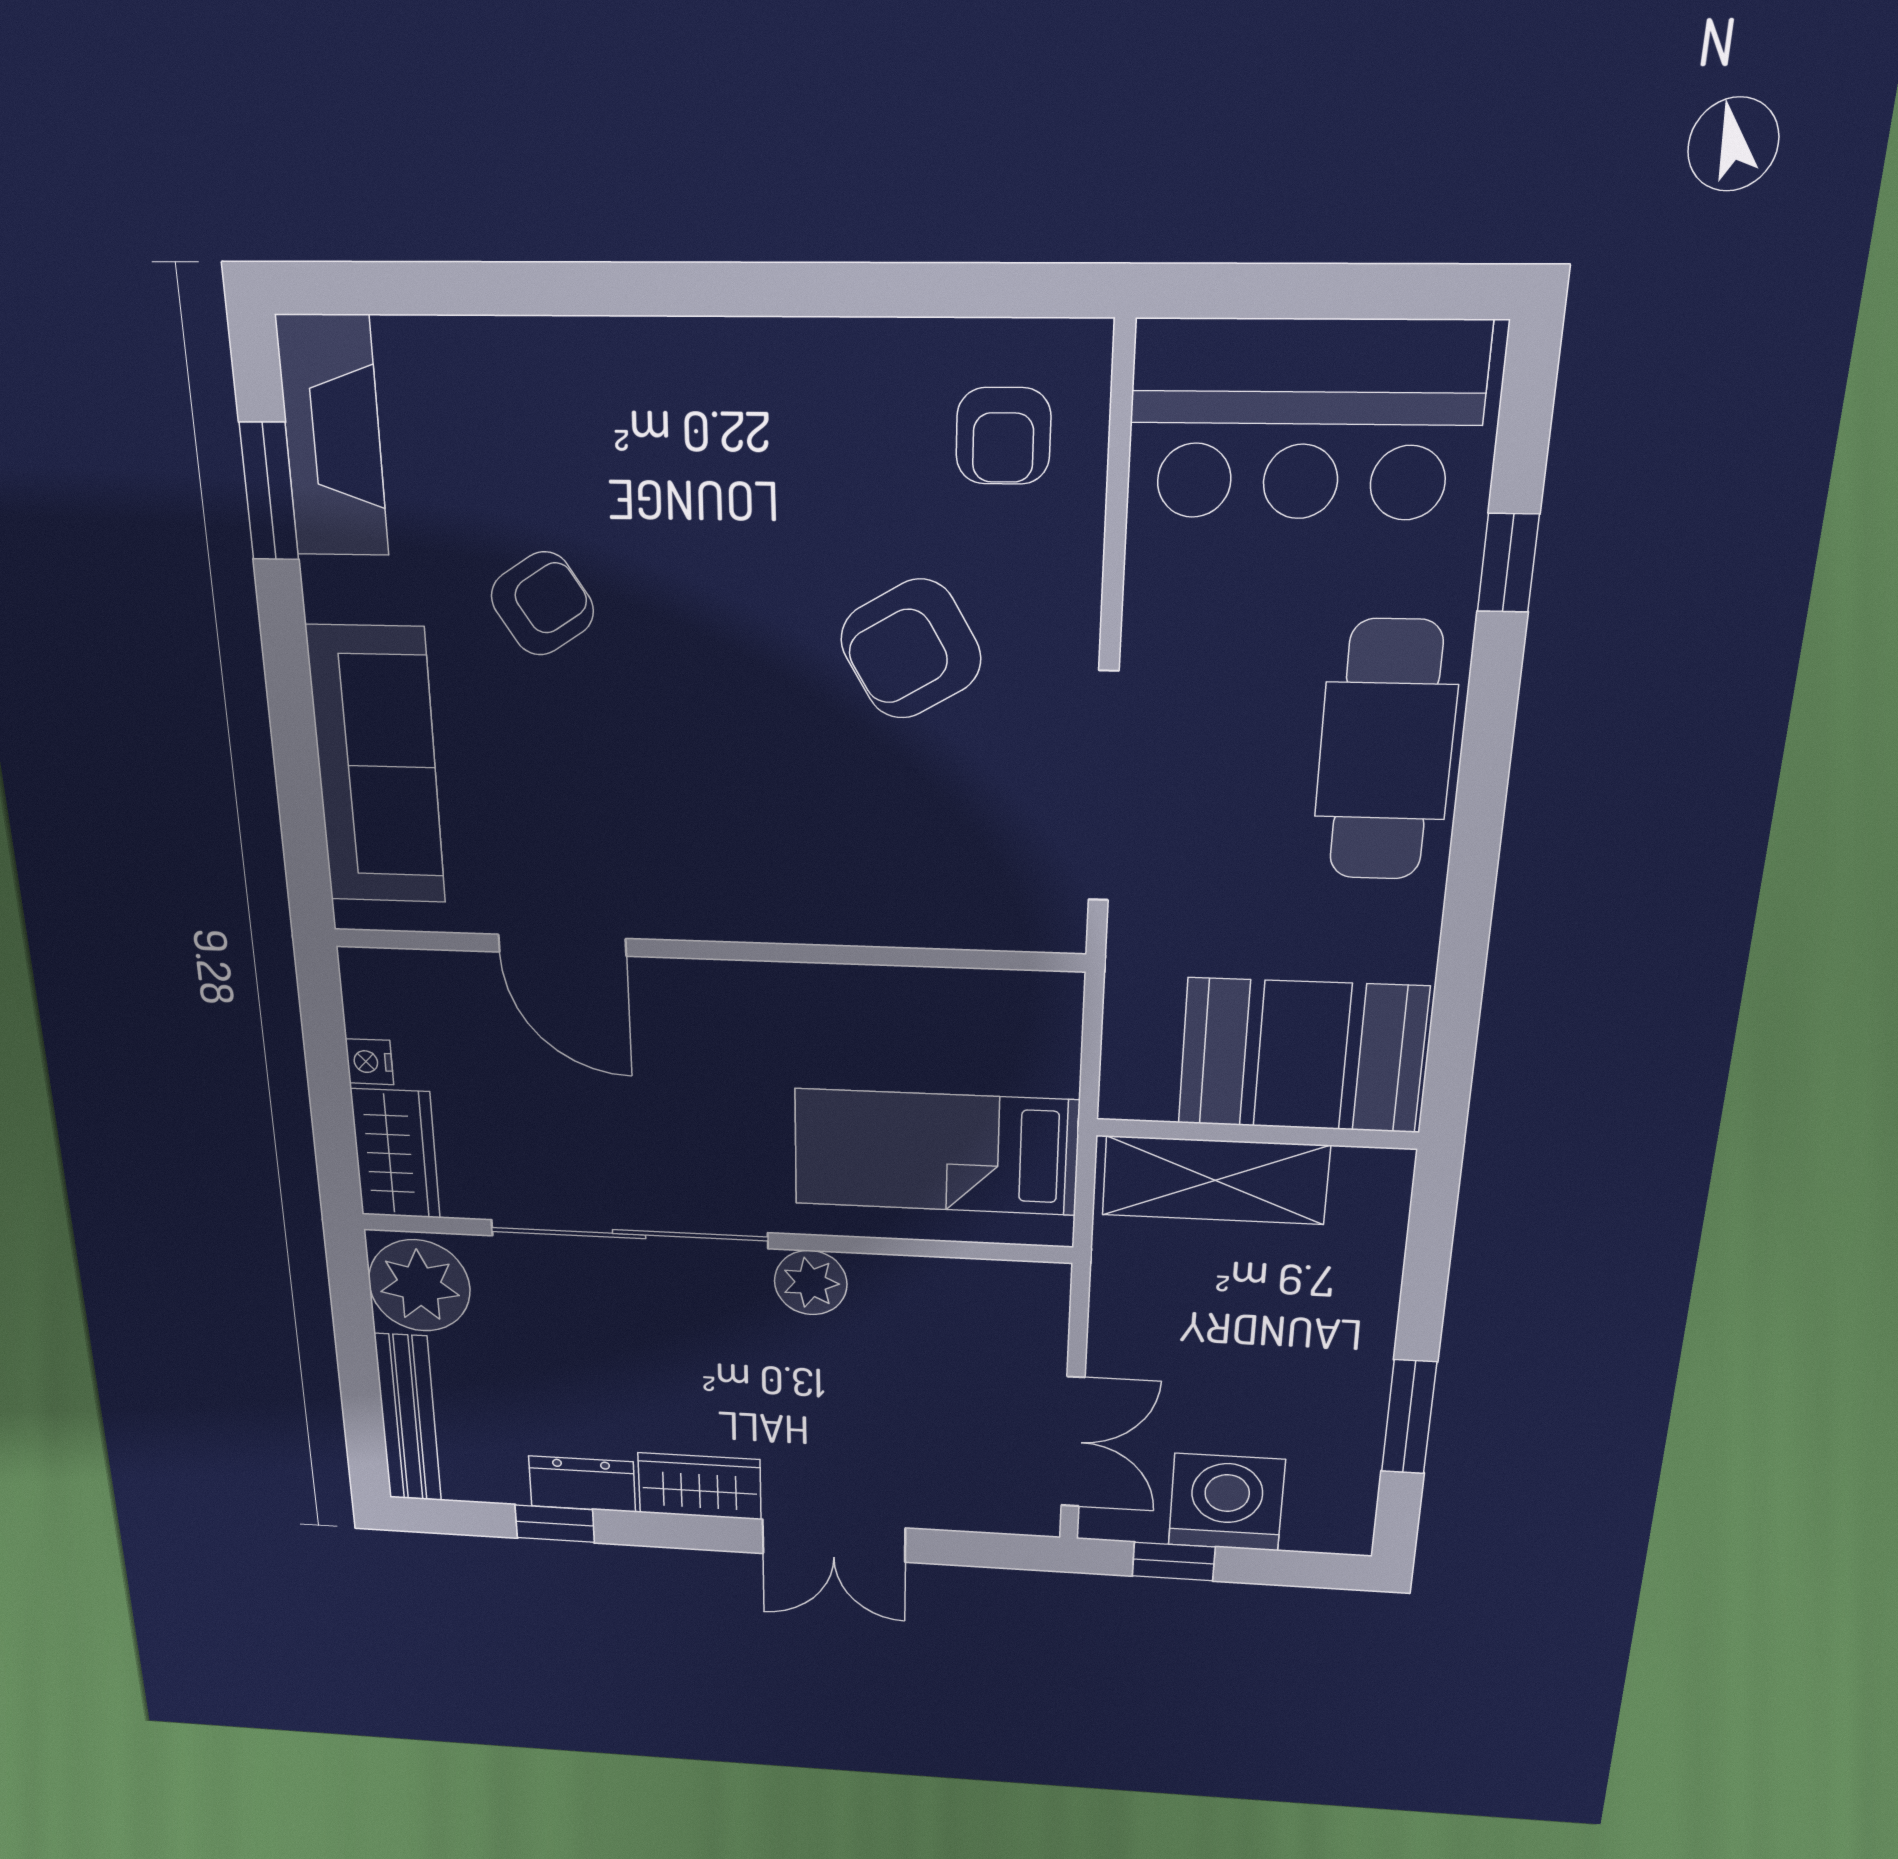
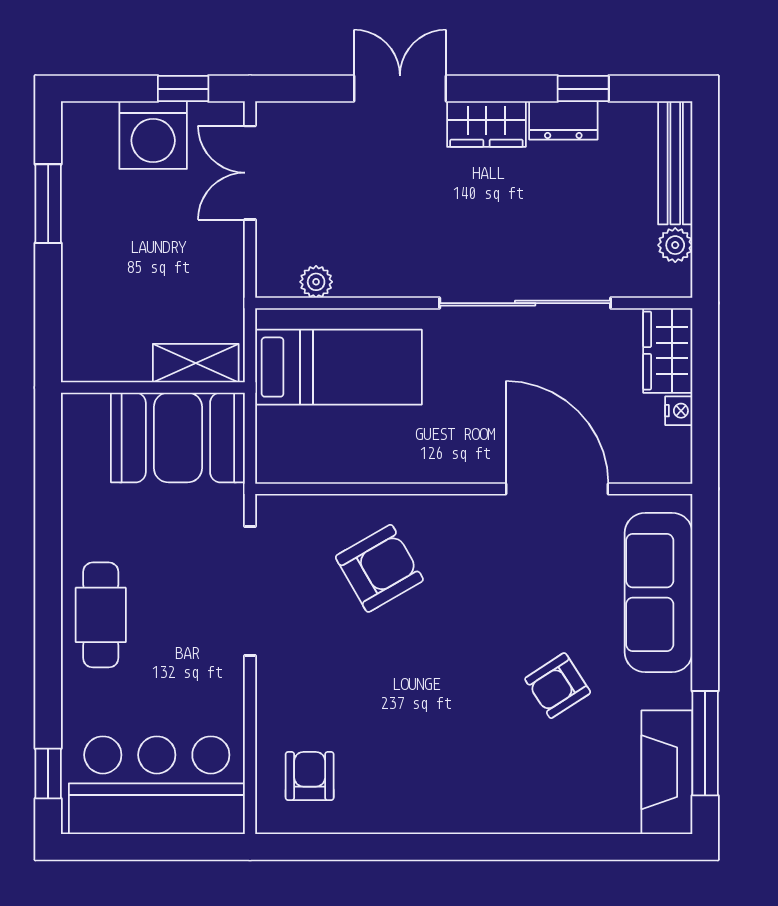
window: (269, 491) -> (705, 743), width x1.44
window: (1508, 563) -> (48, 773), moved
armchair: (911, 649) -> (379, 568), moved
cafe table: (1386, 751) -> (101, 615), width x0.73, depth x0.74
door: (562, 945) -> (557, 489), width x1.36
booth: (1302, 1055) -> (178, 437), moved
shelving: (1215, 1180) -> (196, 363), width x0.67, depth x0.75
plant: (811, 1283) -> (316, 282), moved, width x0.73, depth x0.73
plant: (419, 1285) -> (675, 245), width x0.53, depth x0.53

